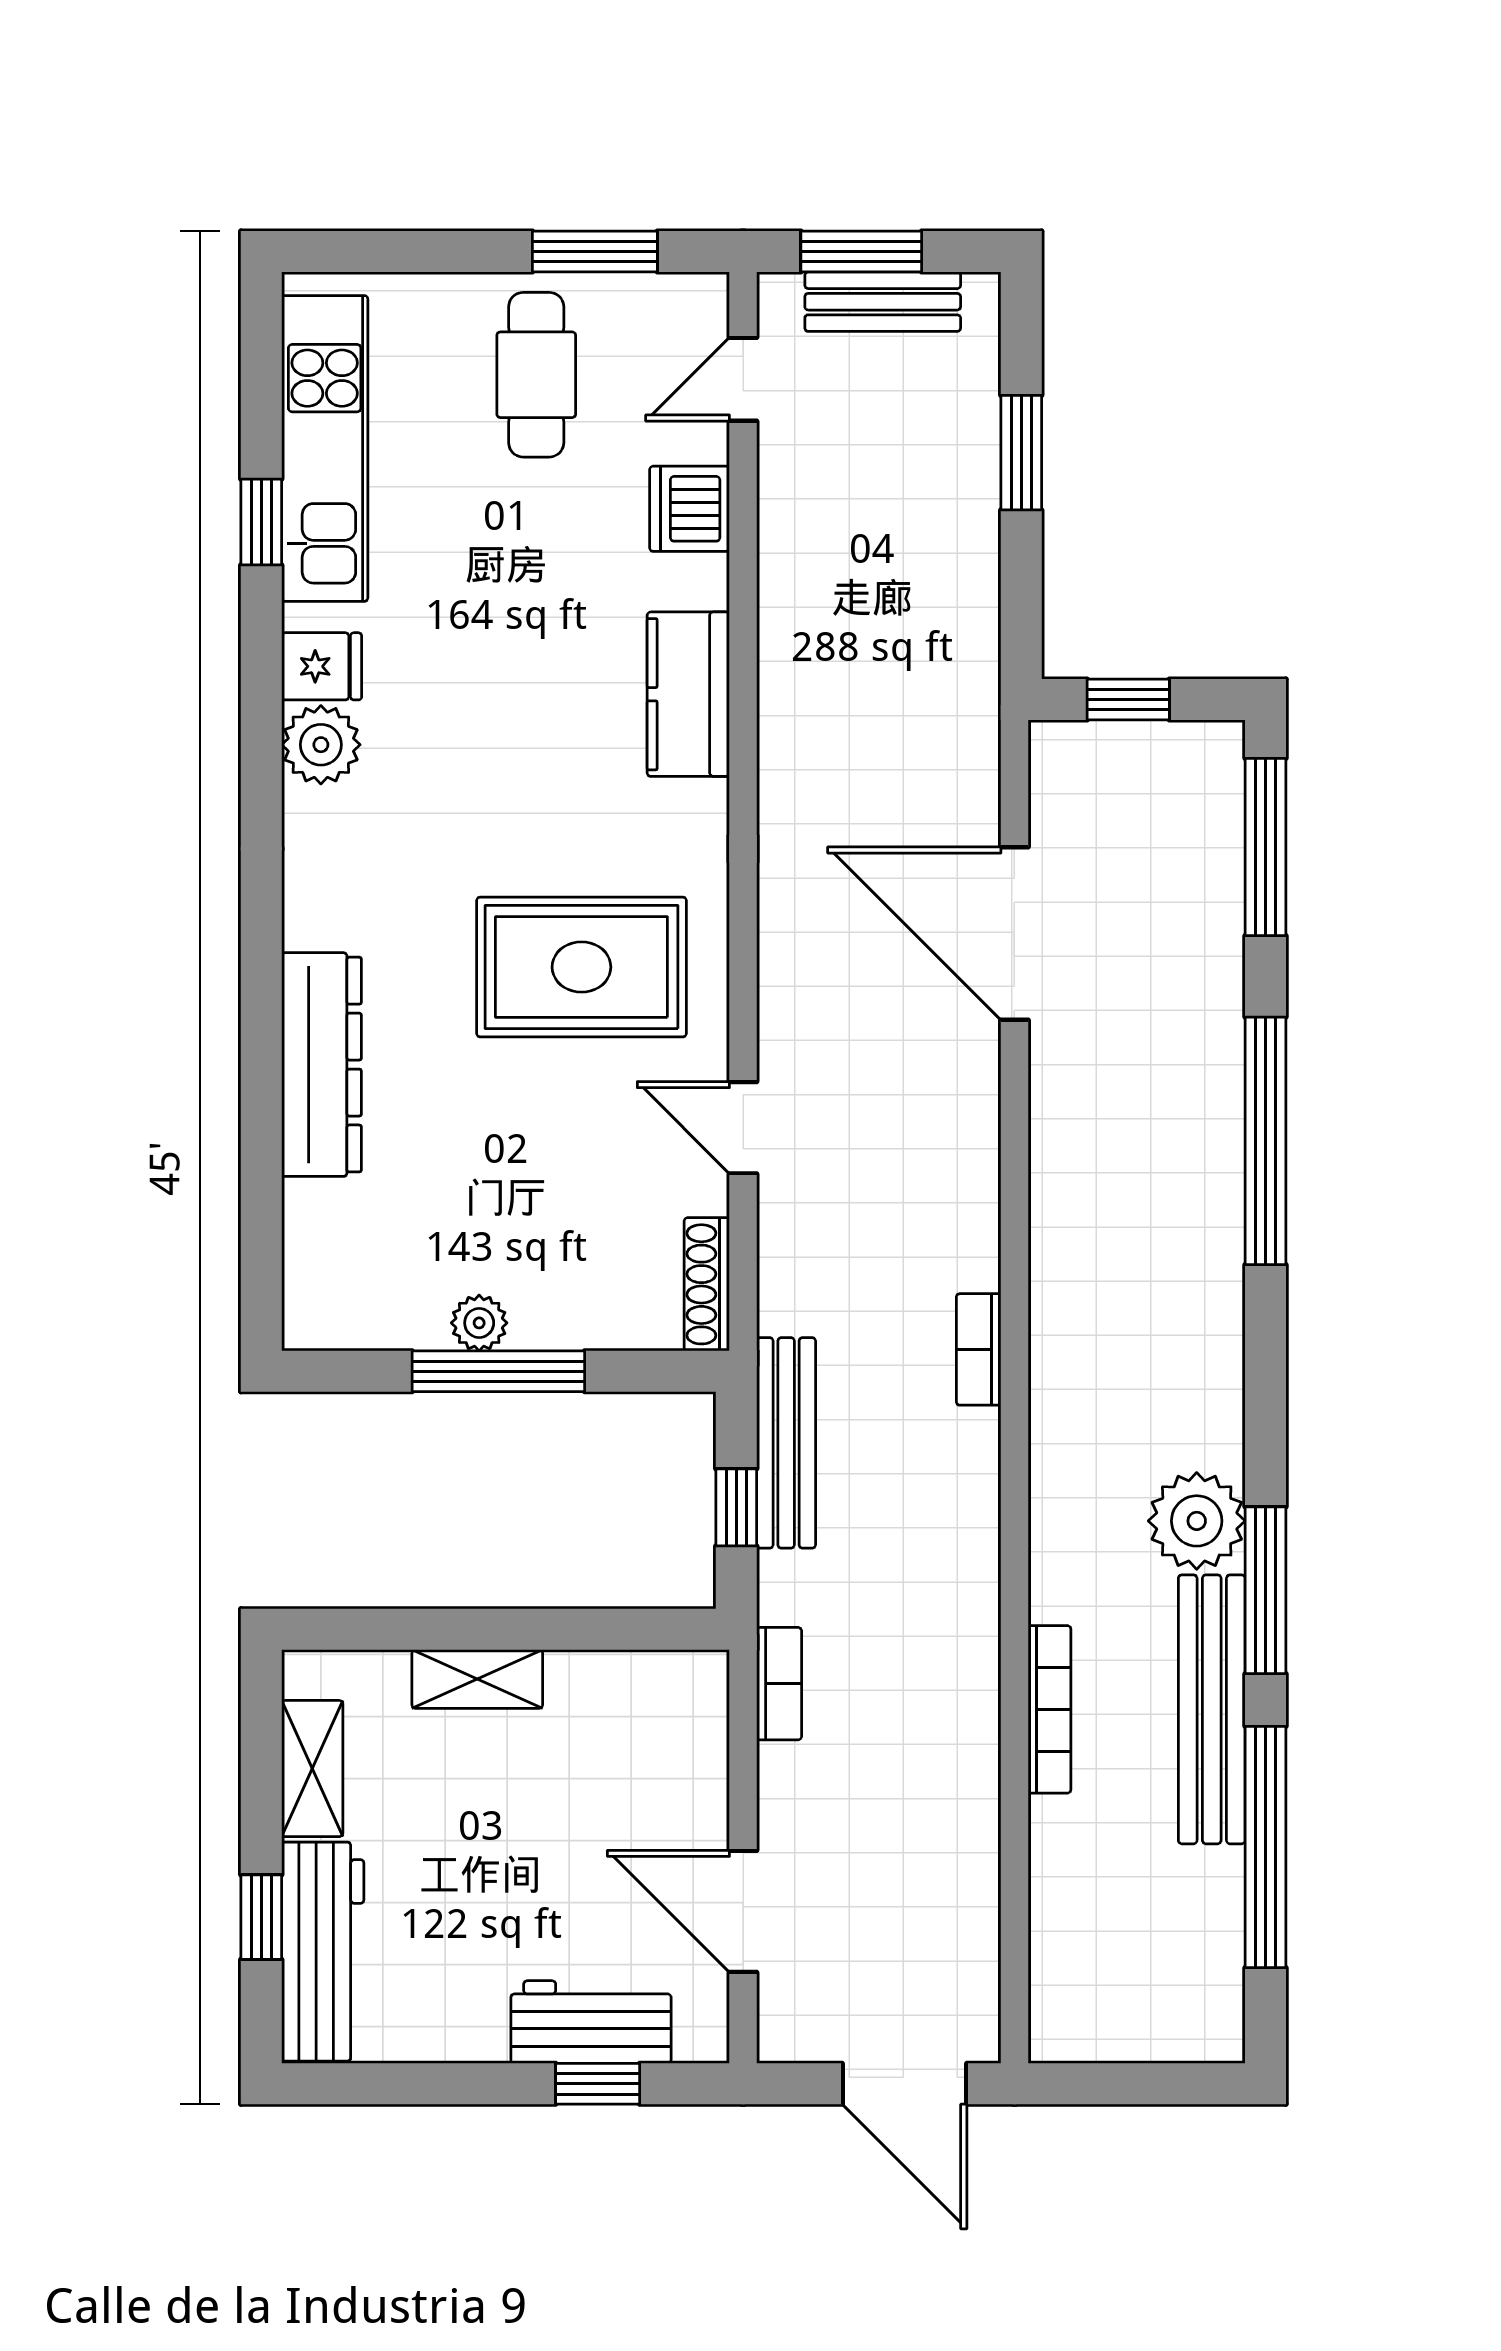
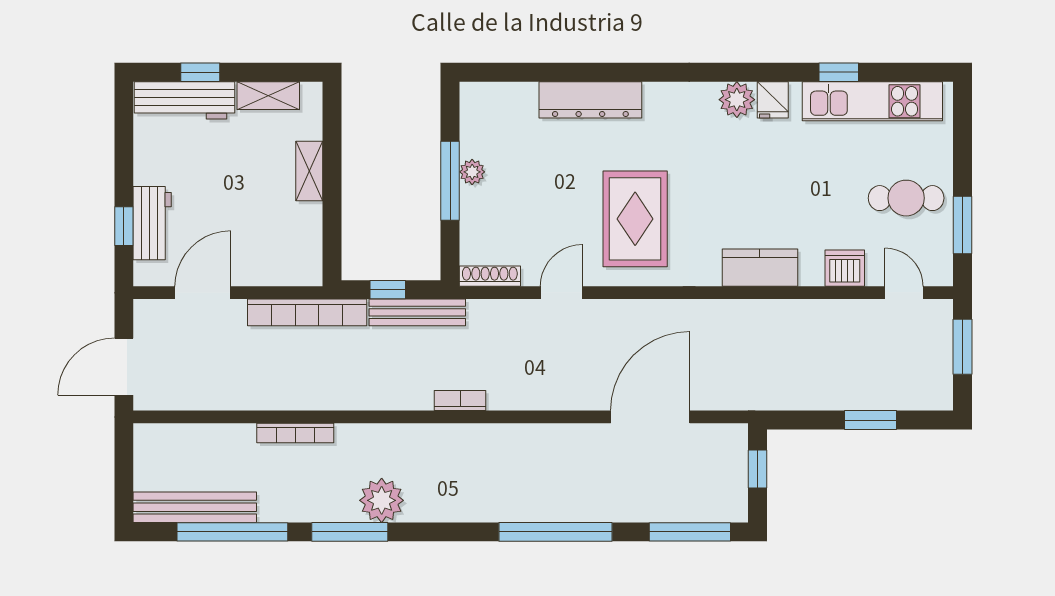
bench: (883, 302) -> (940, 357), removed
bookcase: (779, 1684) -> (307, 312), width x2.31, depth x1.31
bench: (1212, 1709) -> (195, 507), moved

